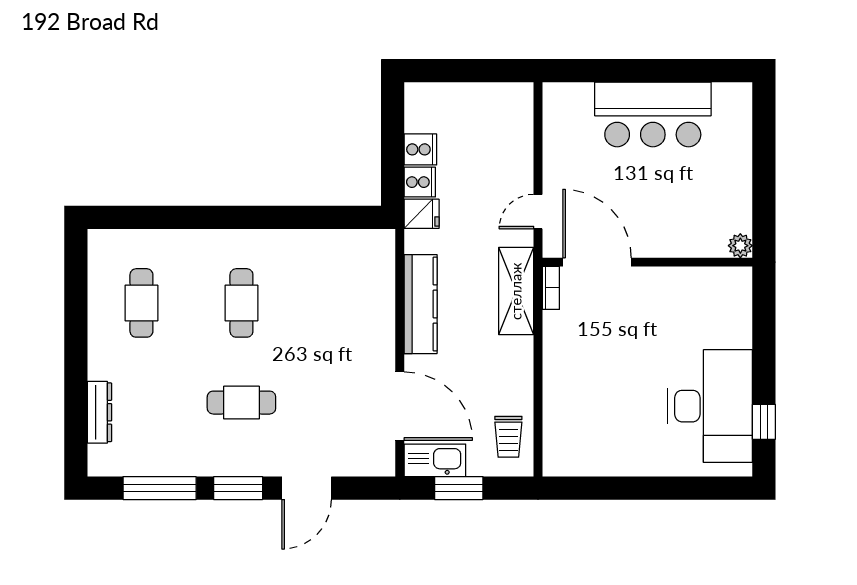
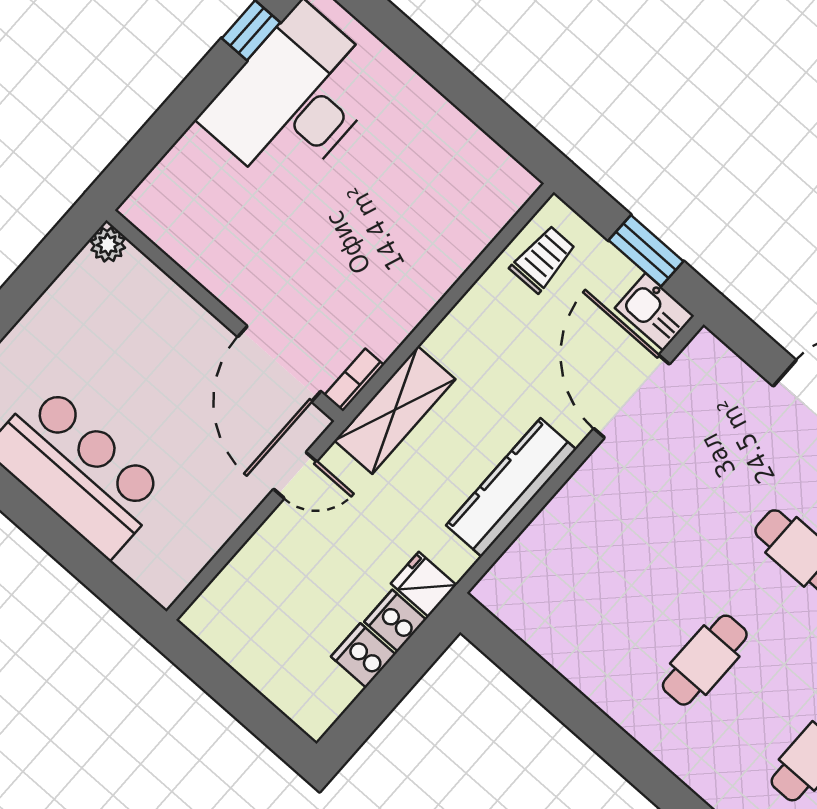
kitchen sink: (435, 460) -> (654, 312), width x0.73

